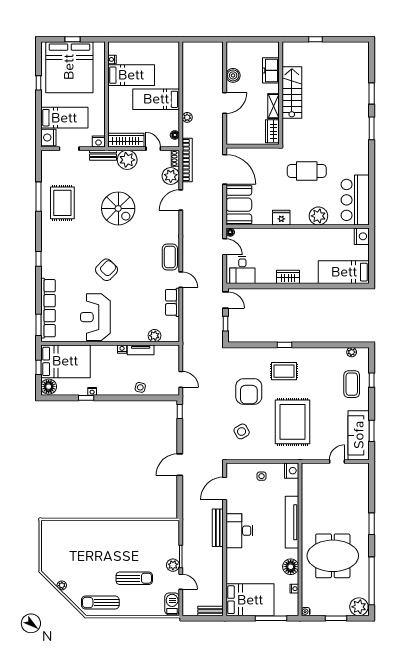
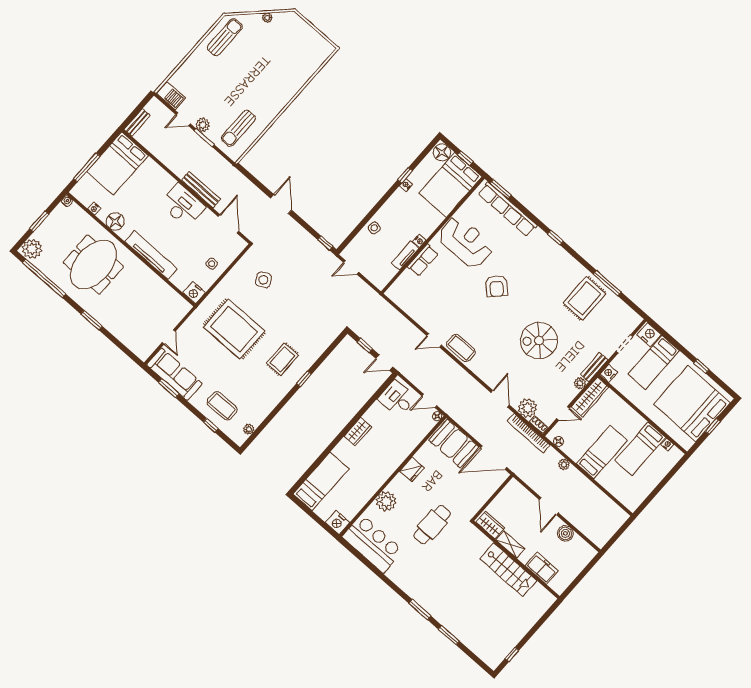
window: (315, 39) -> (512, 655), moved
plant: (127, 160) -> (580, 383), width x0.53, depth x0.53
rug: (62, 203) -> (584, 298), turned 90
row of seats: (172, 302) -> (423, 260), moved, turned 90
plant: (154, 336) -> (407, 278), removed
armchair: (249, 391) -> (291, 315), removed
sun lounger: (134, 578) -> (238, 128), moved

